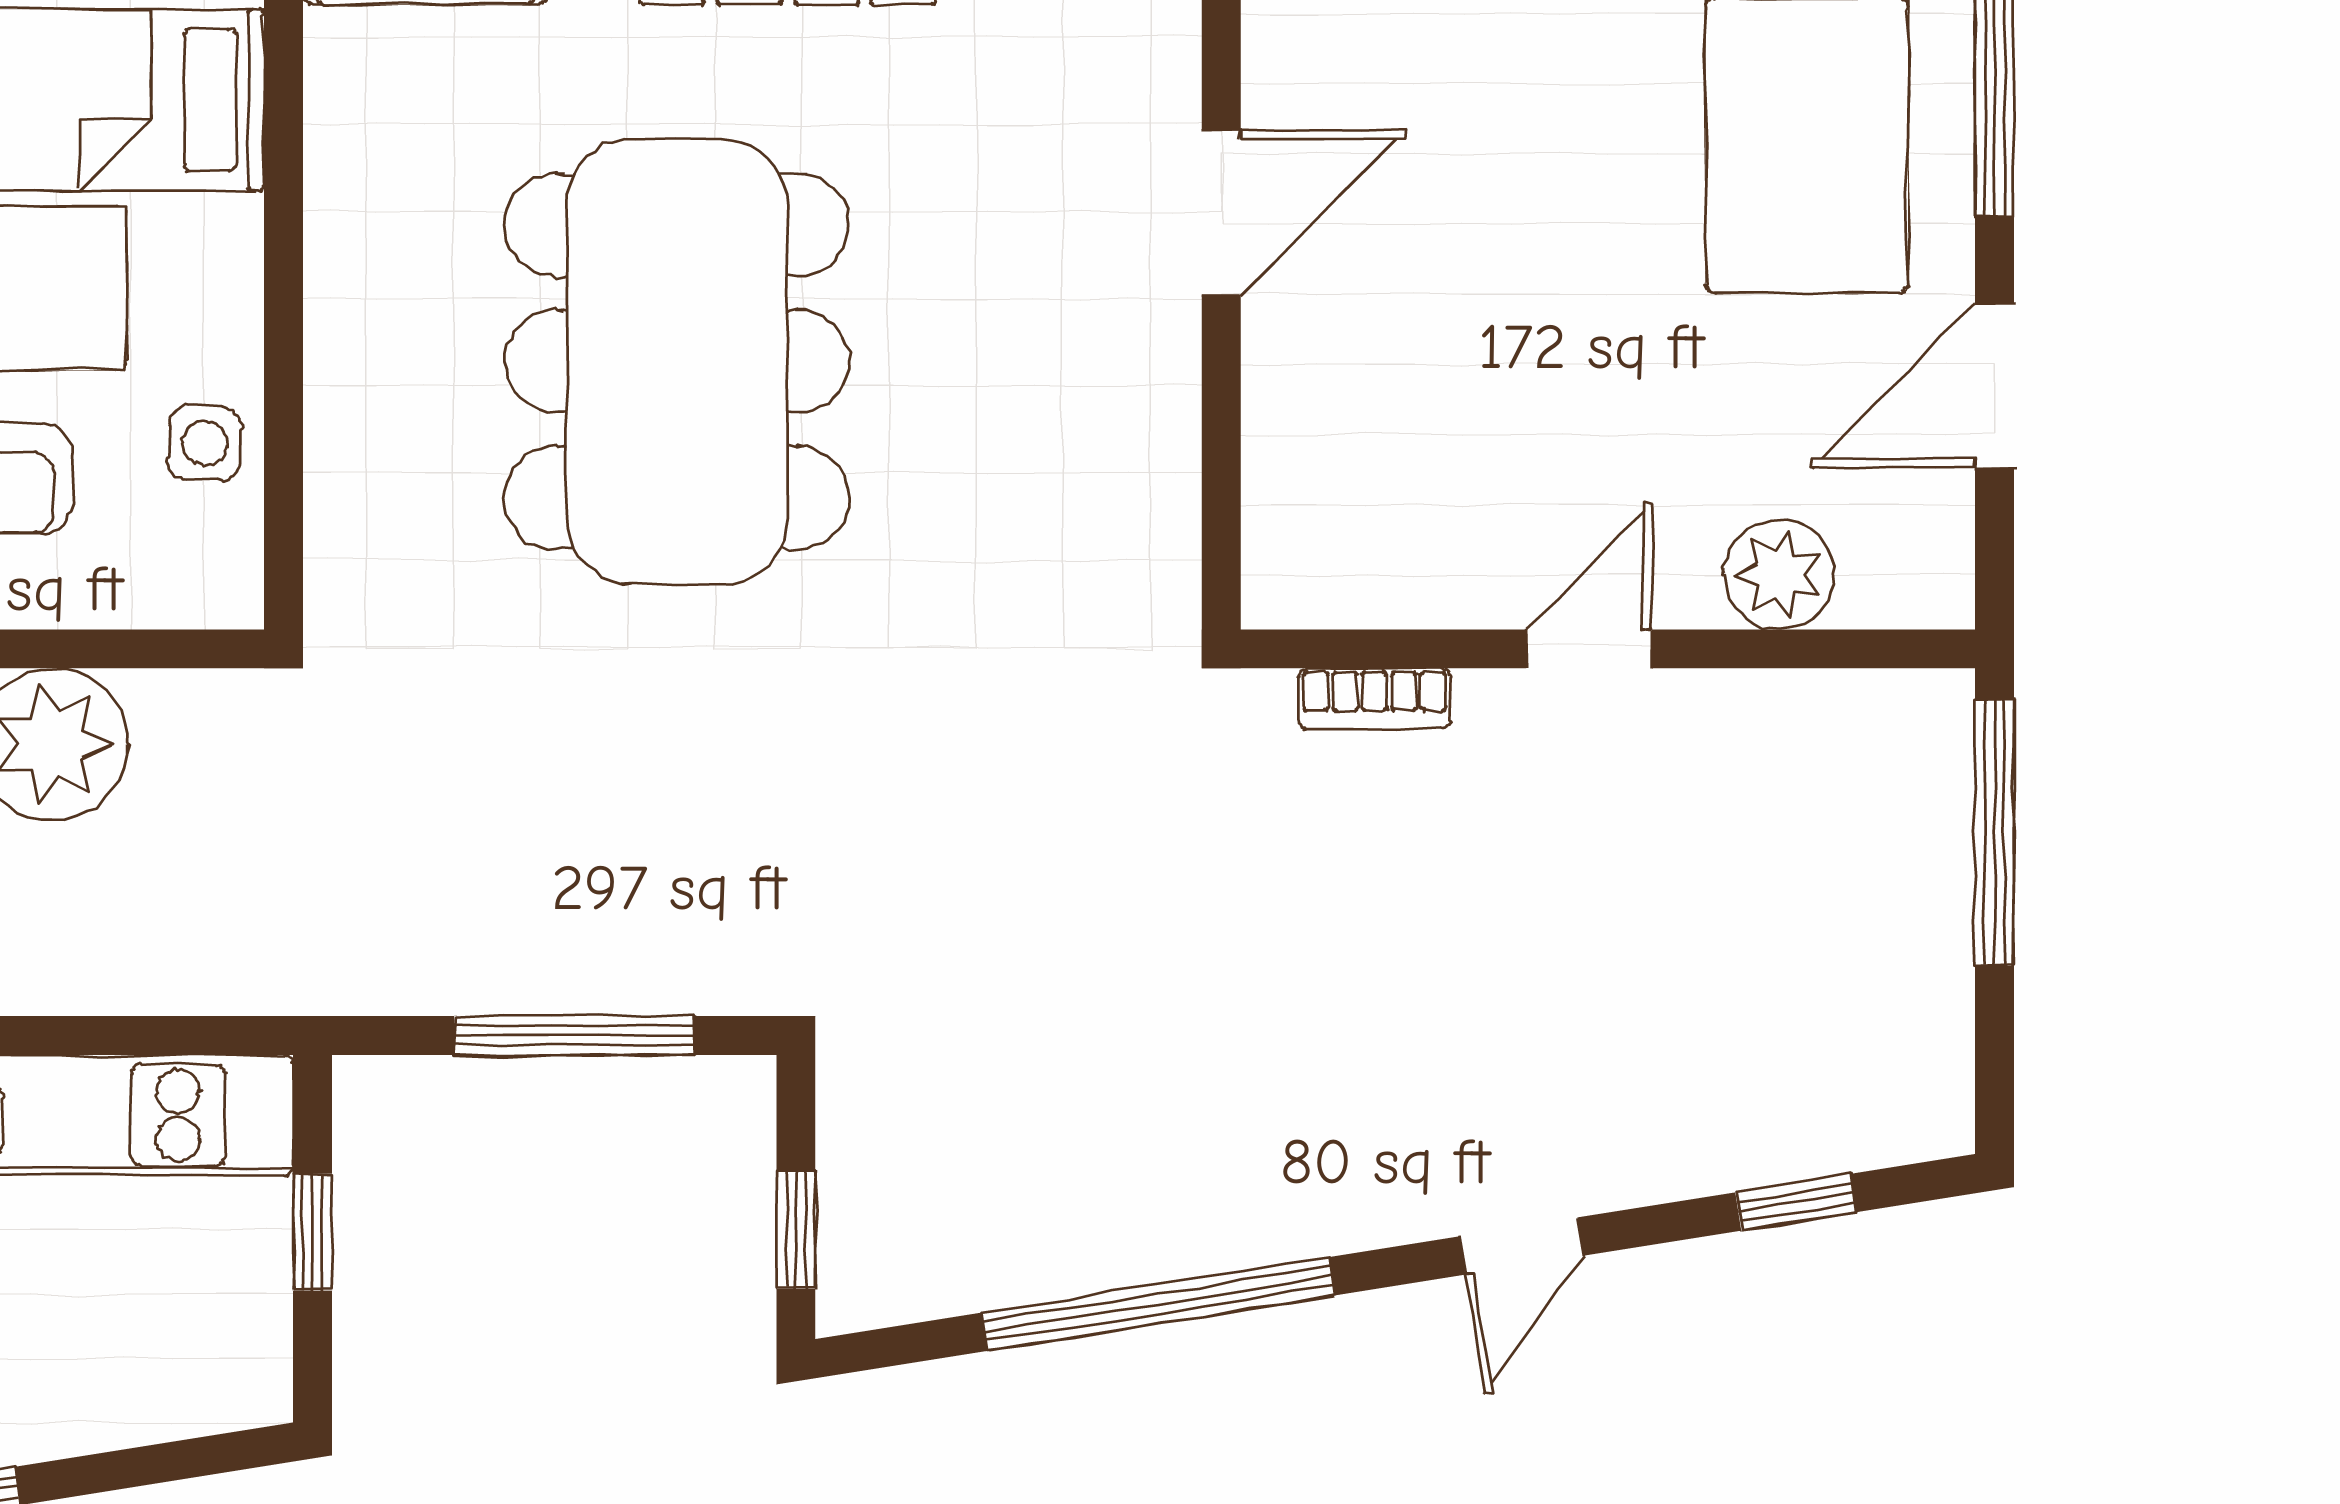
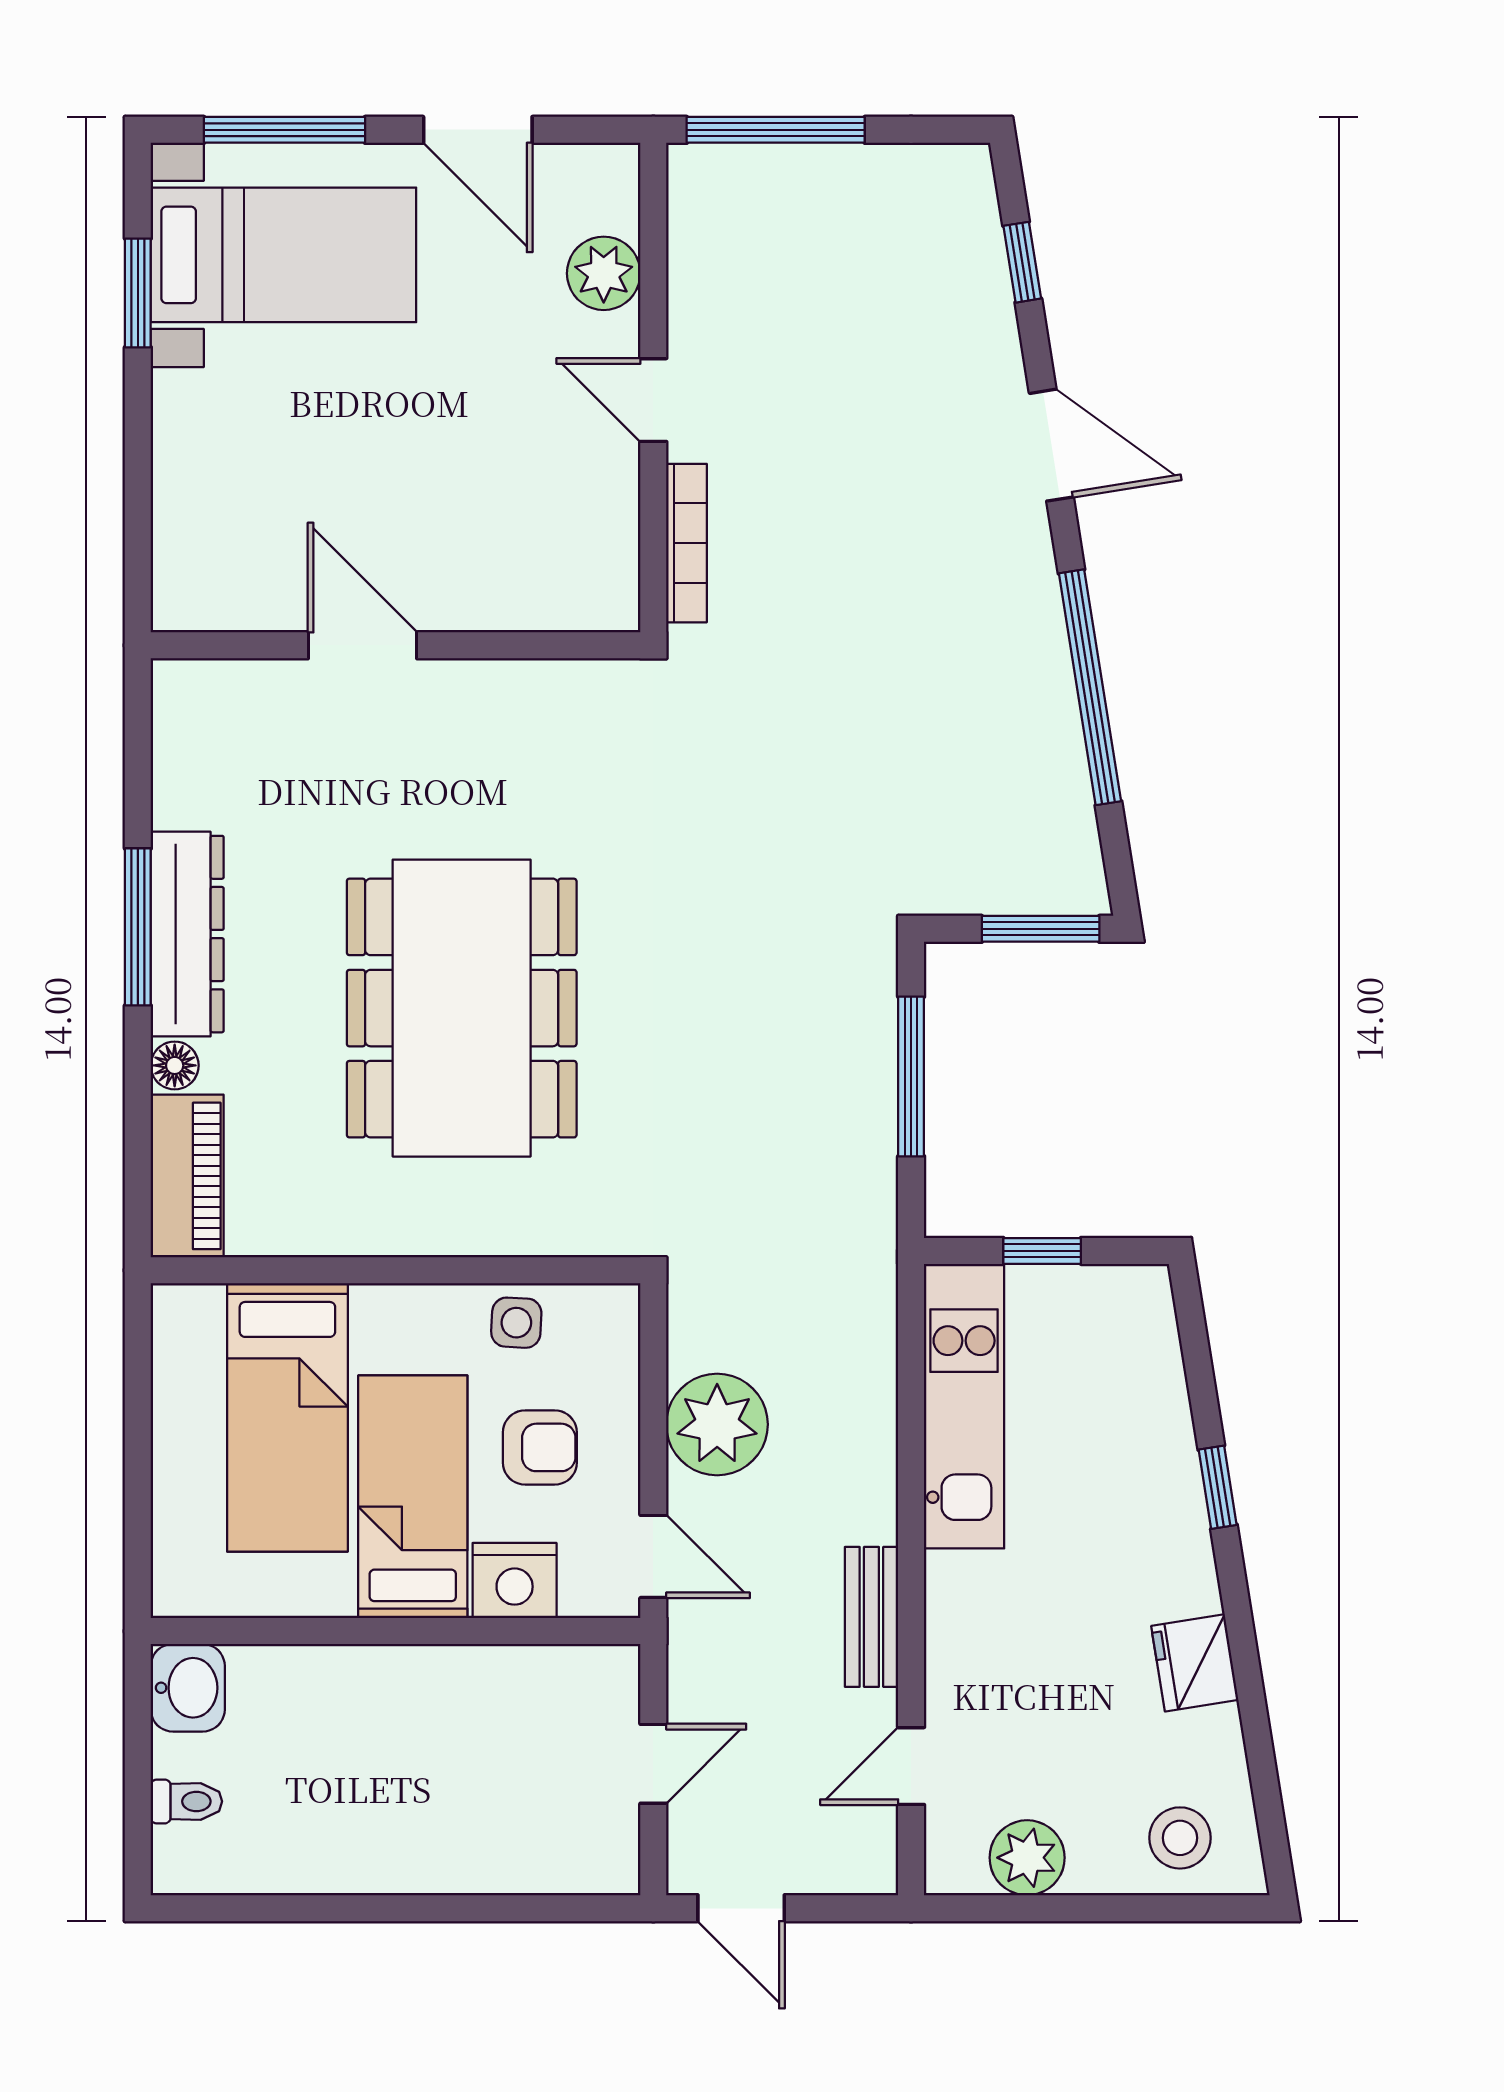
dining table: (677, 361) -> (462, 1008), turned 90
bookcase: (1375, 699) -> (686, 543), width x1.56
window: (796, 1230) -> (1041, 929), width x1.50
door: (1521, 1246) -> (1051, 445), width x1.38

